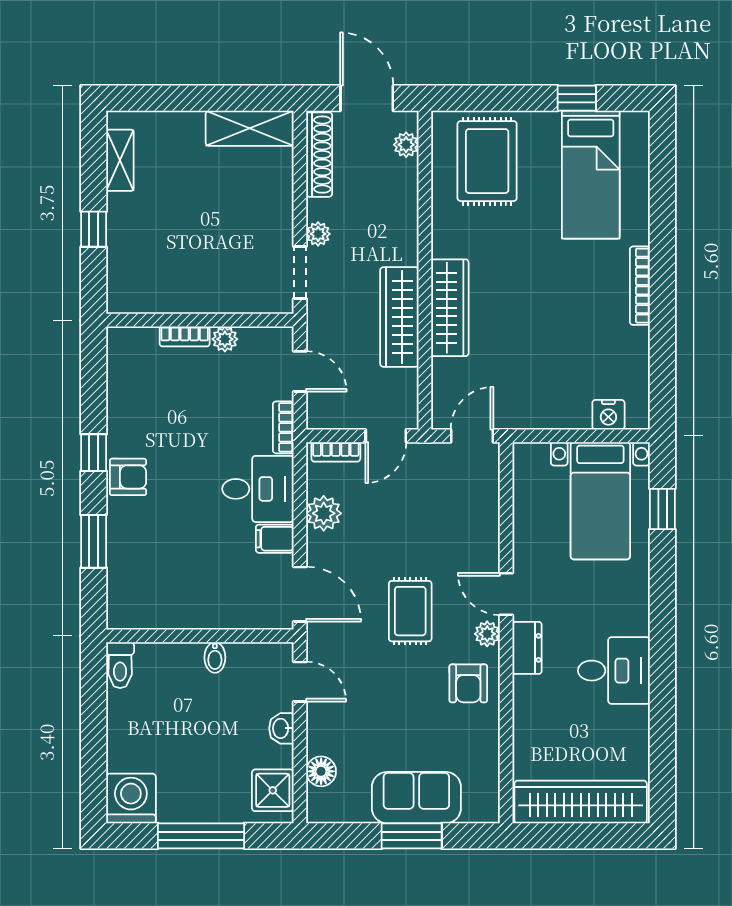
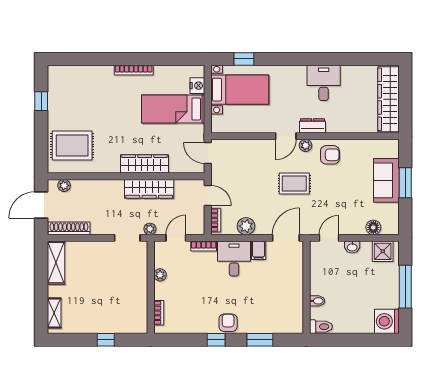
shelving: (120, 160) -> (54, 313), moved, turned 90
bed: (591, 175) -> (173, 109), moved, turned 180
plant: (318, 234) -> (150, 229), moved
bookcase: (185, 336) -> (159, 313), moved
bidet: (215, 657) -> (317, 301), moved

